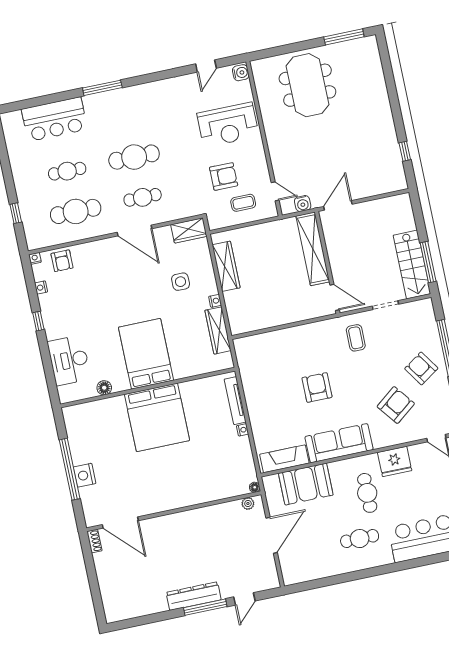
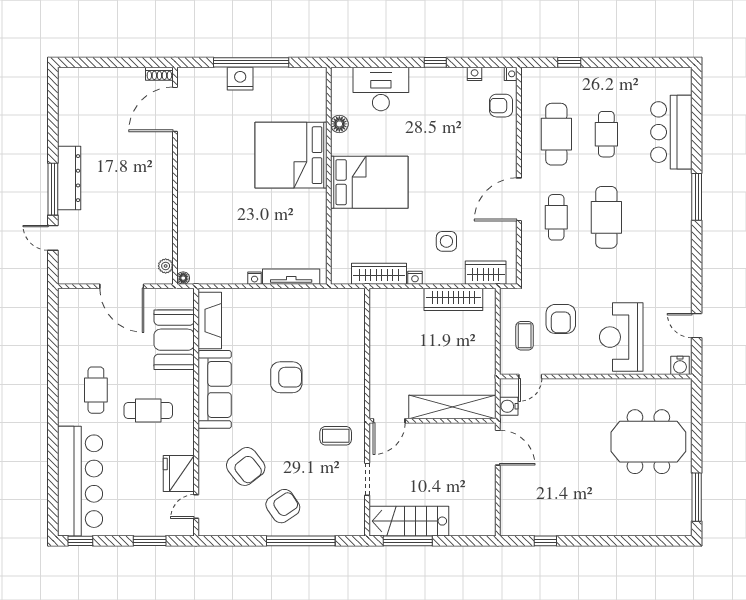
wardrobe: (189, 230) -> (486, 273), moved, turned 90
bed: (157, 417) -> (291, 155), moved
fridge: (395, 461) -> (179, 473), moved

